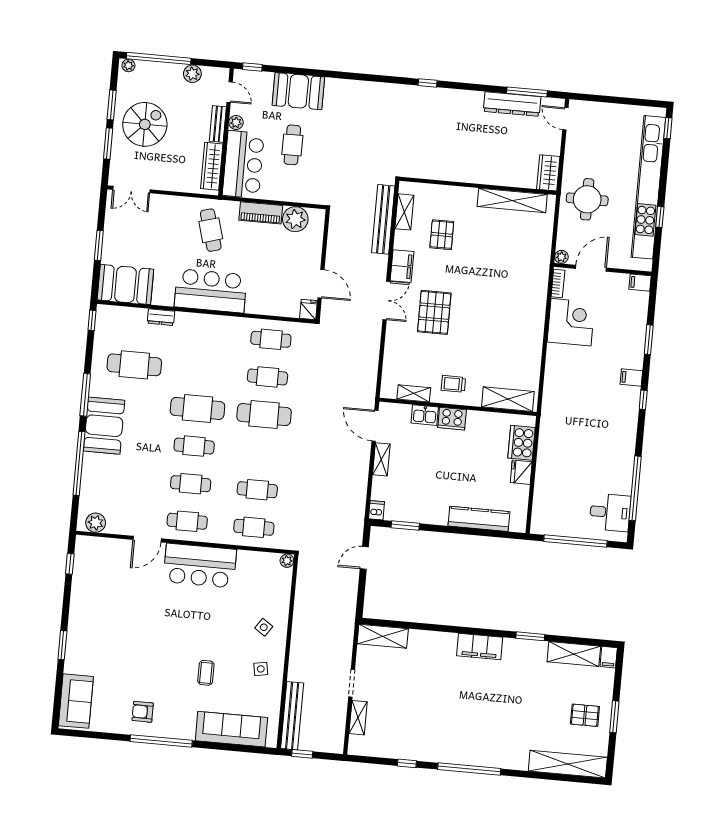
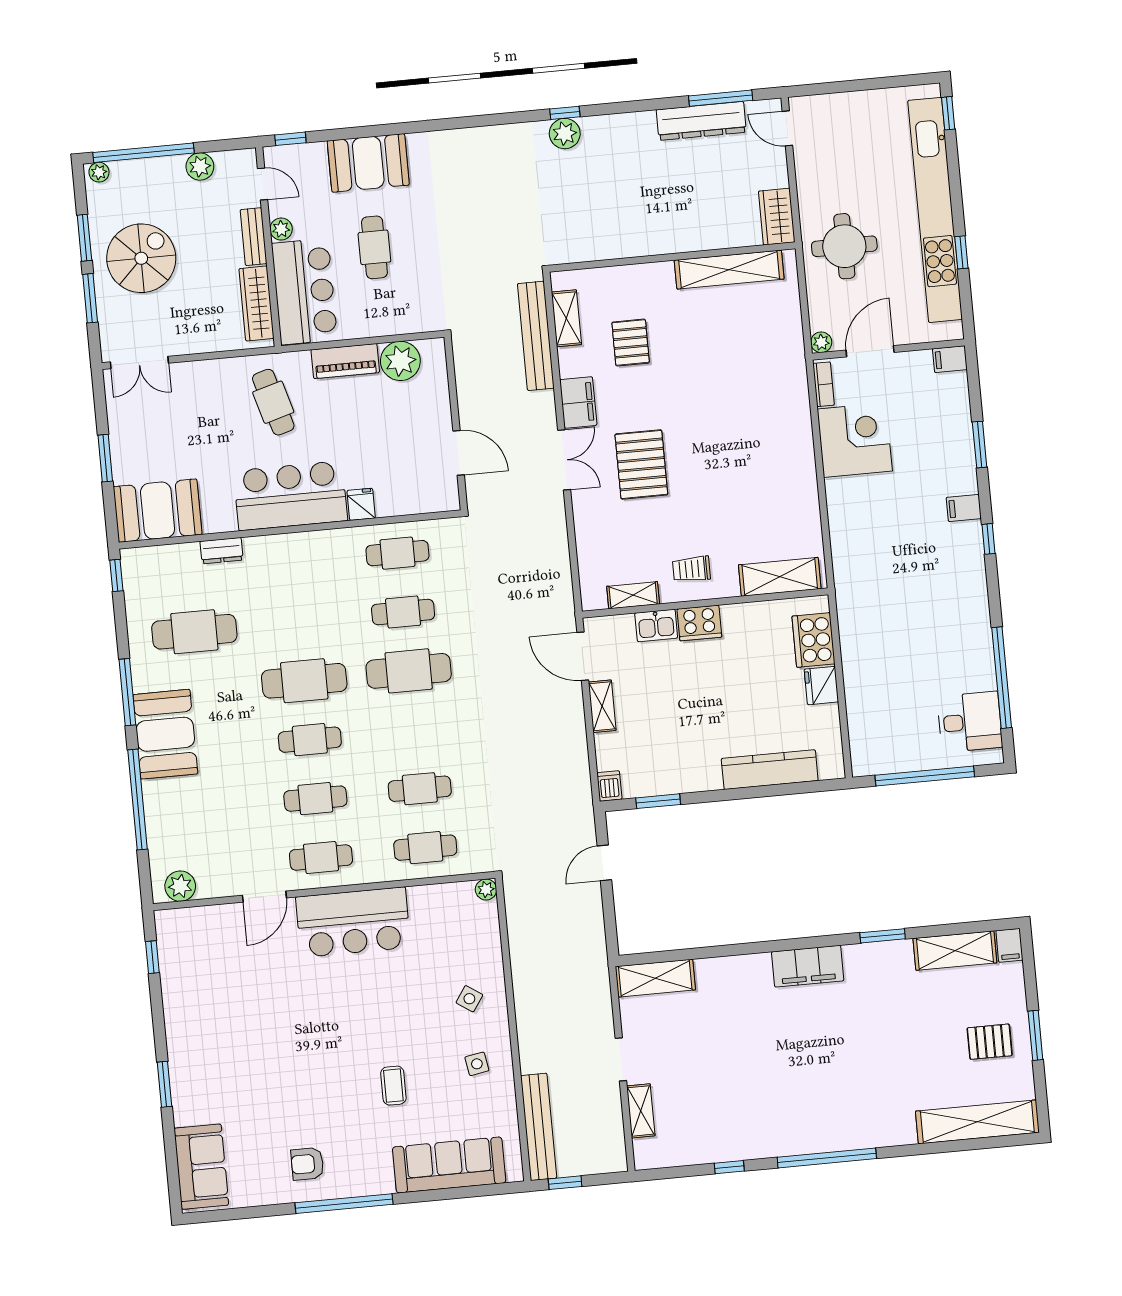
plant: (425, 96) -> (565, 134), added
fridge: (308, 309) -> (361, 504), moved

